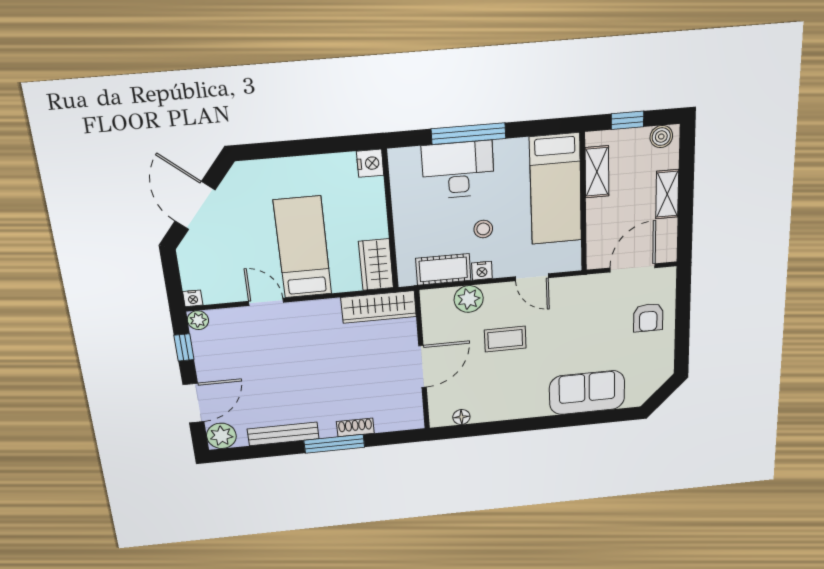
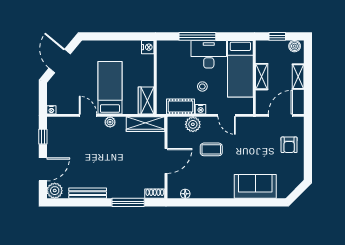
desk: (458, 170) -> (209, 54), moved
shelving: (597, 172) -> (262, 77), moved
plant: (198, 320) -> (110, 122), moved
shoe rack: (355, 427) -> (155, 194), moved
window: (334, 444) -> (128, 202), moved

